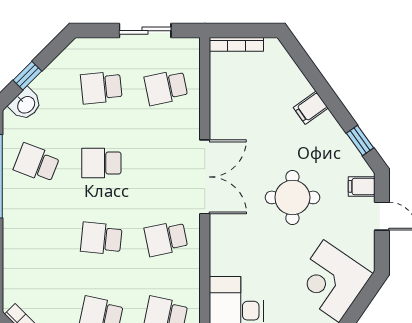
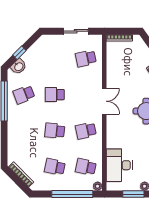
school desk: (101, 87) -> (55, 58), removed
school desk: (37, 163) -> (24, 95), turned -42
double door: (205, 177) -> (104, 101), width x0.73

